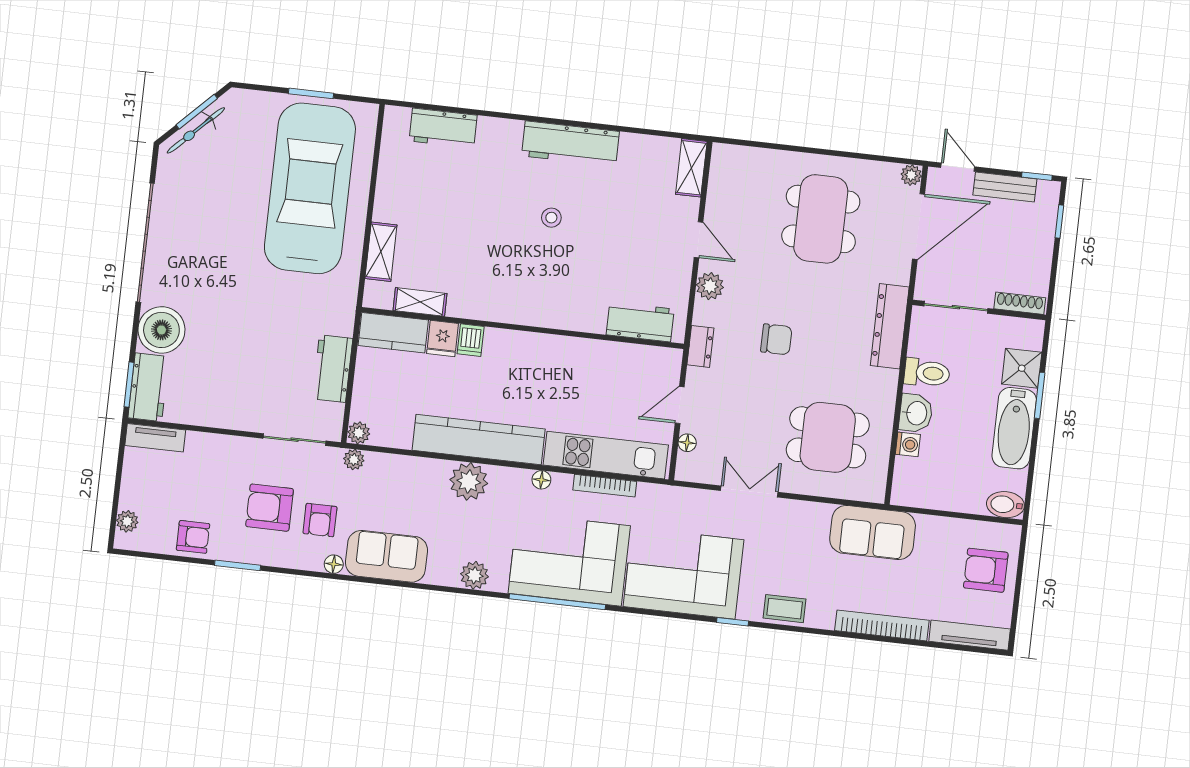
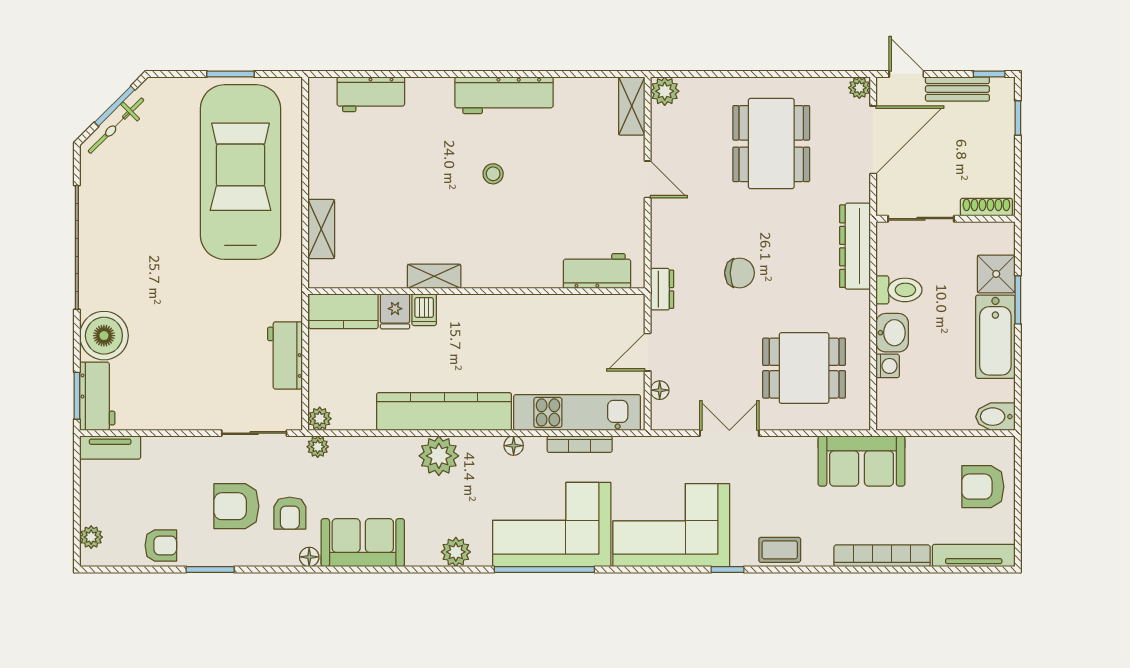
plant: (710, 286) -> (665, 91), moved
shelving: (420, 302) -> (434, 276), moved

